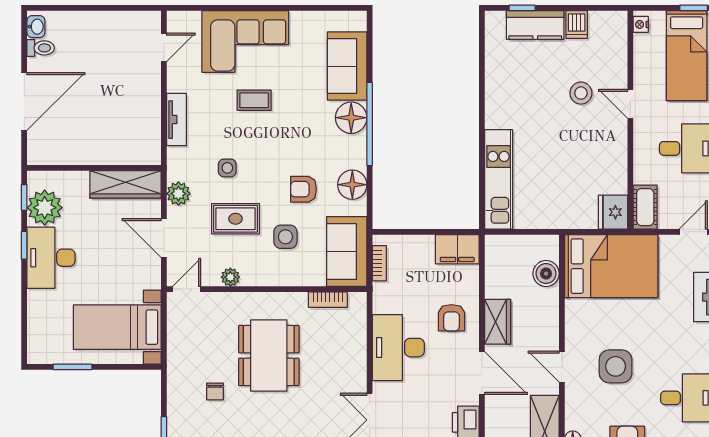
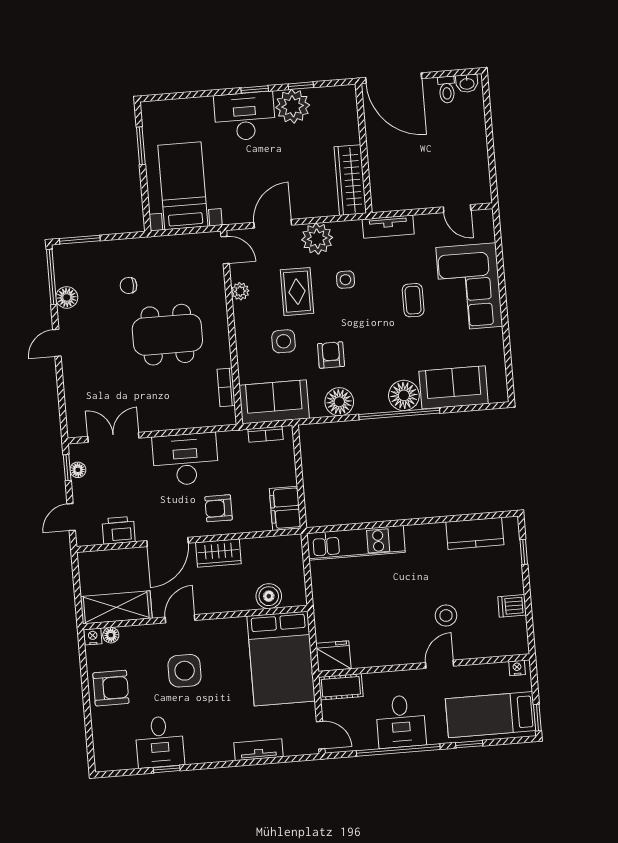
kitchen counter: (535, 25) -> (475, 533), moved, turned -90
wall: (94, 168) -> (364, 148), moved
wardrobe: (125, 184) -> (350, 180), moved
plant: (178, 194) -> (317, 239), width x1.36, depth x1.36

